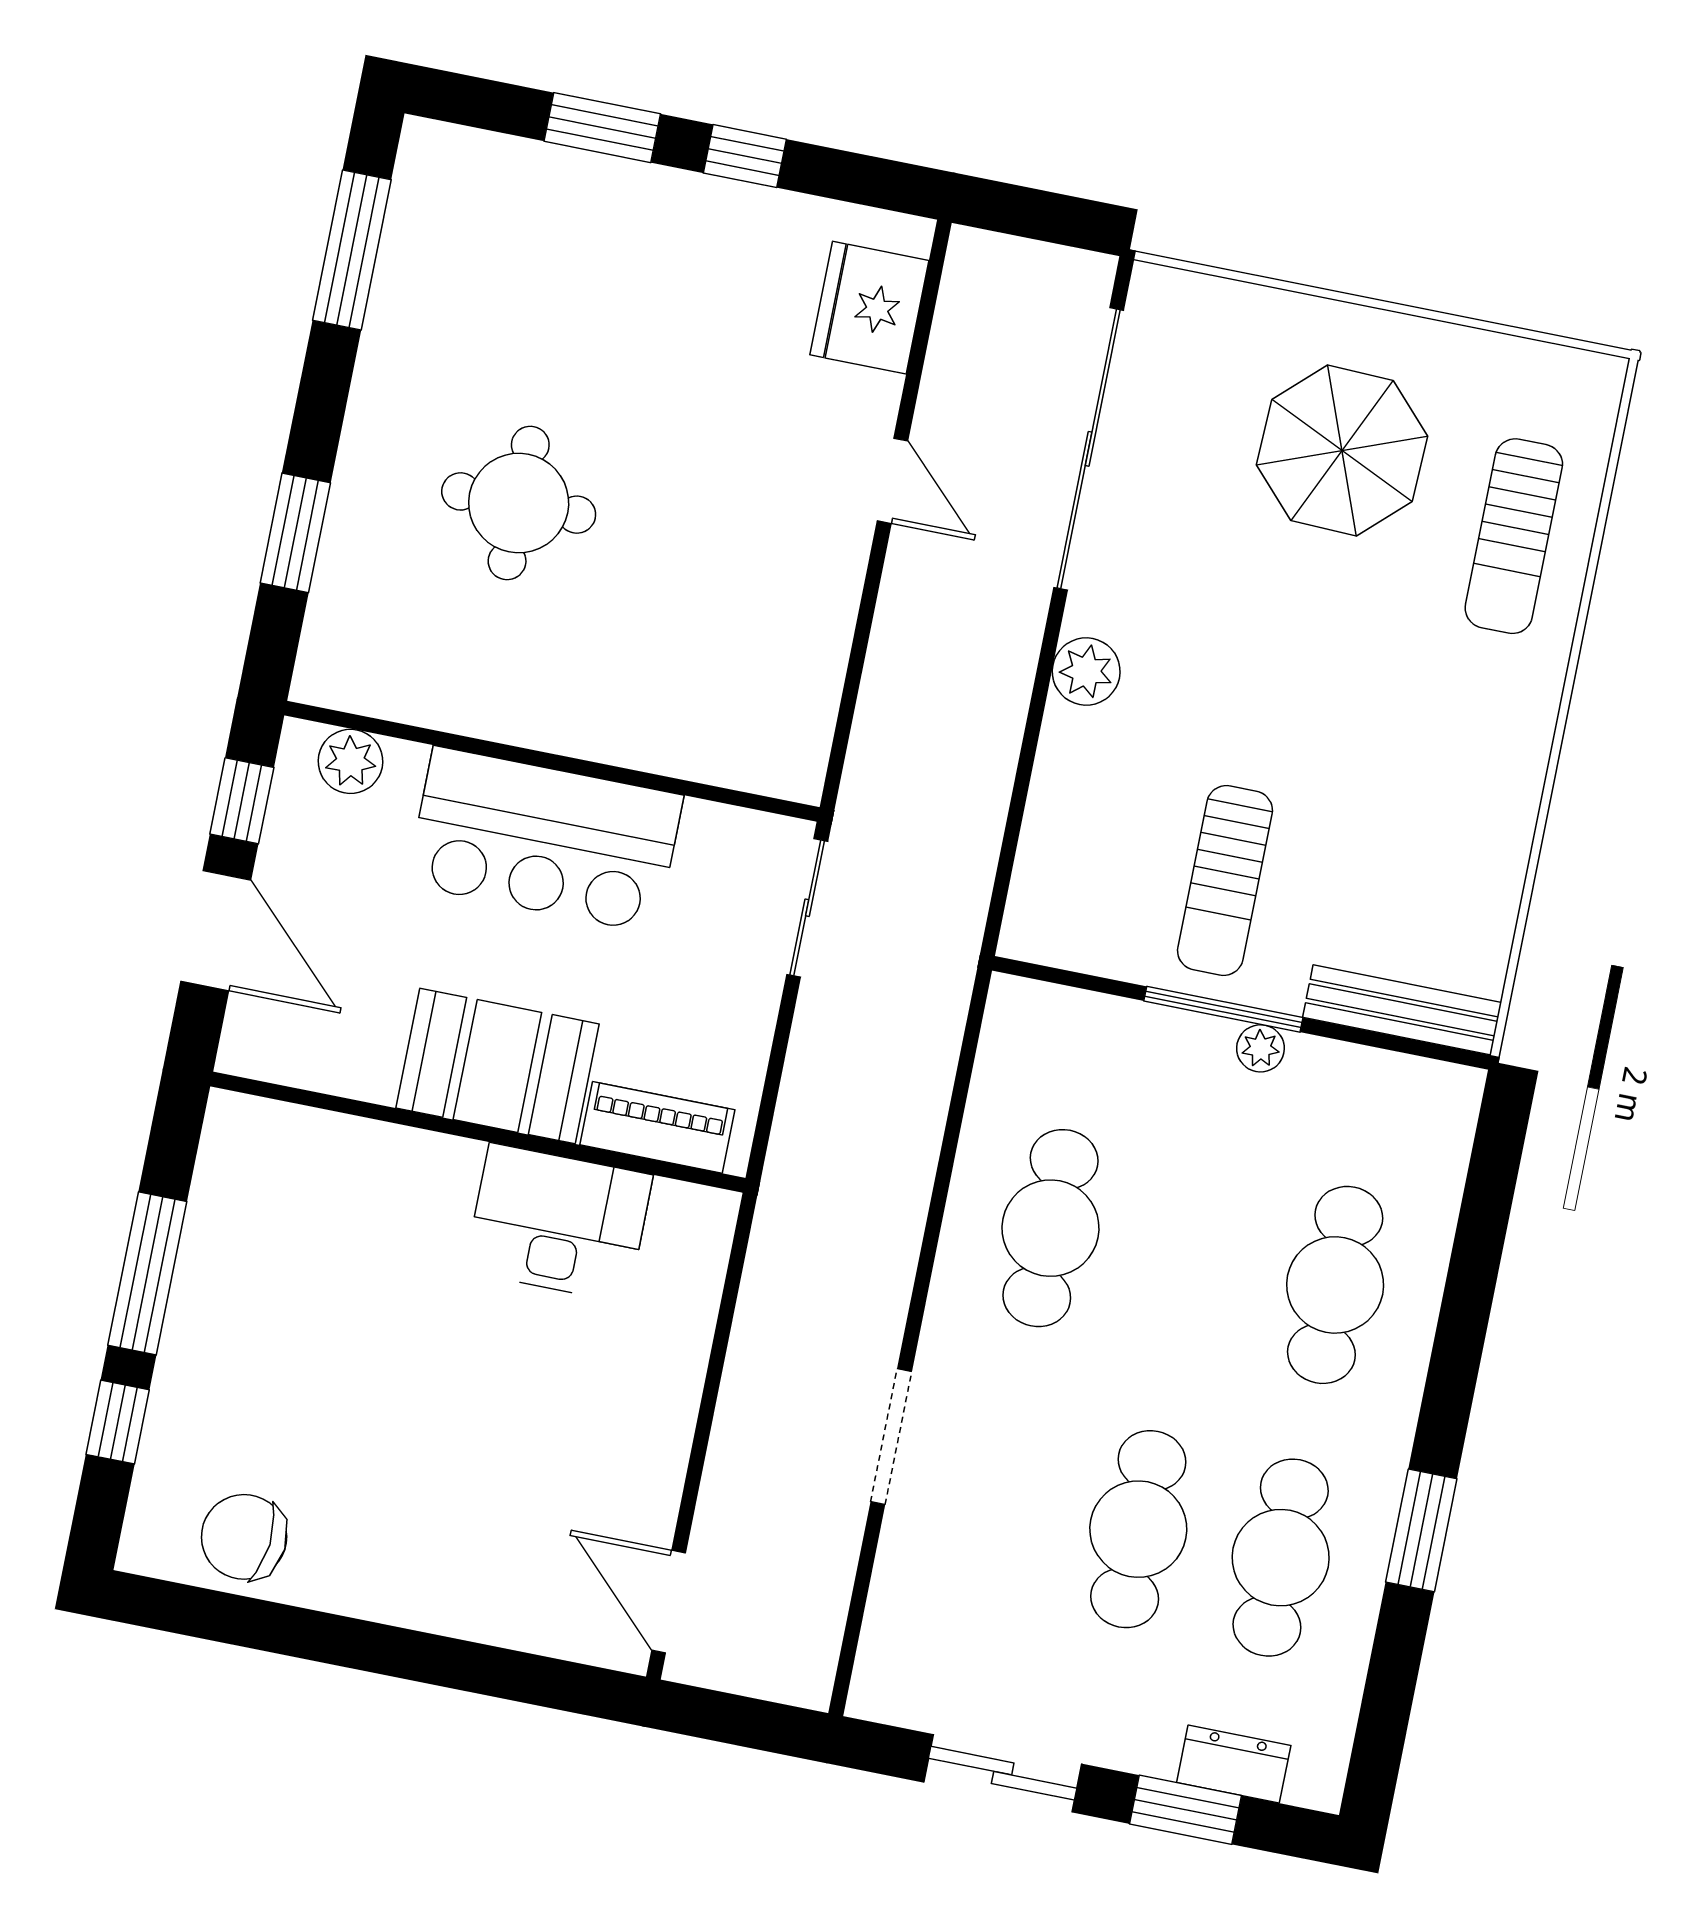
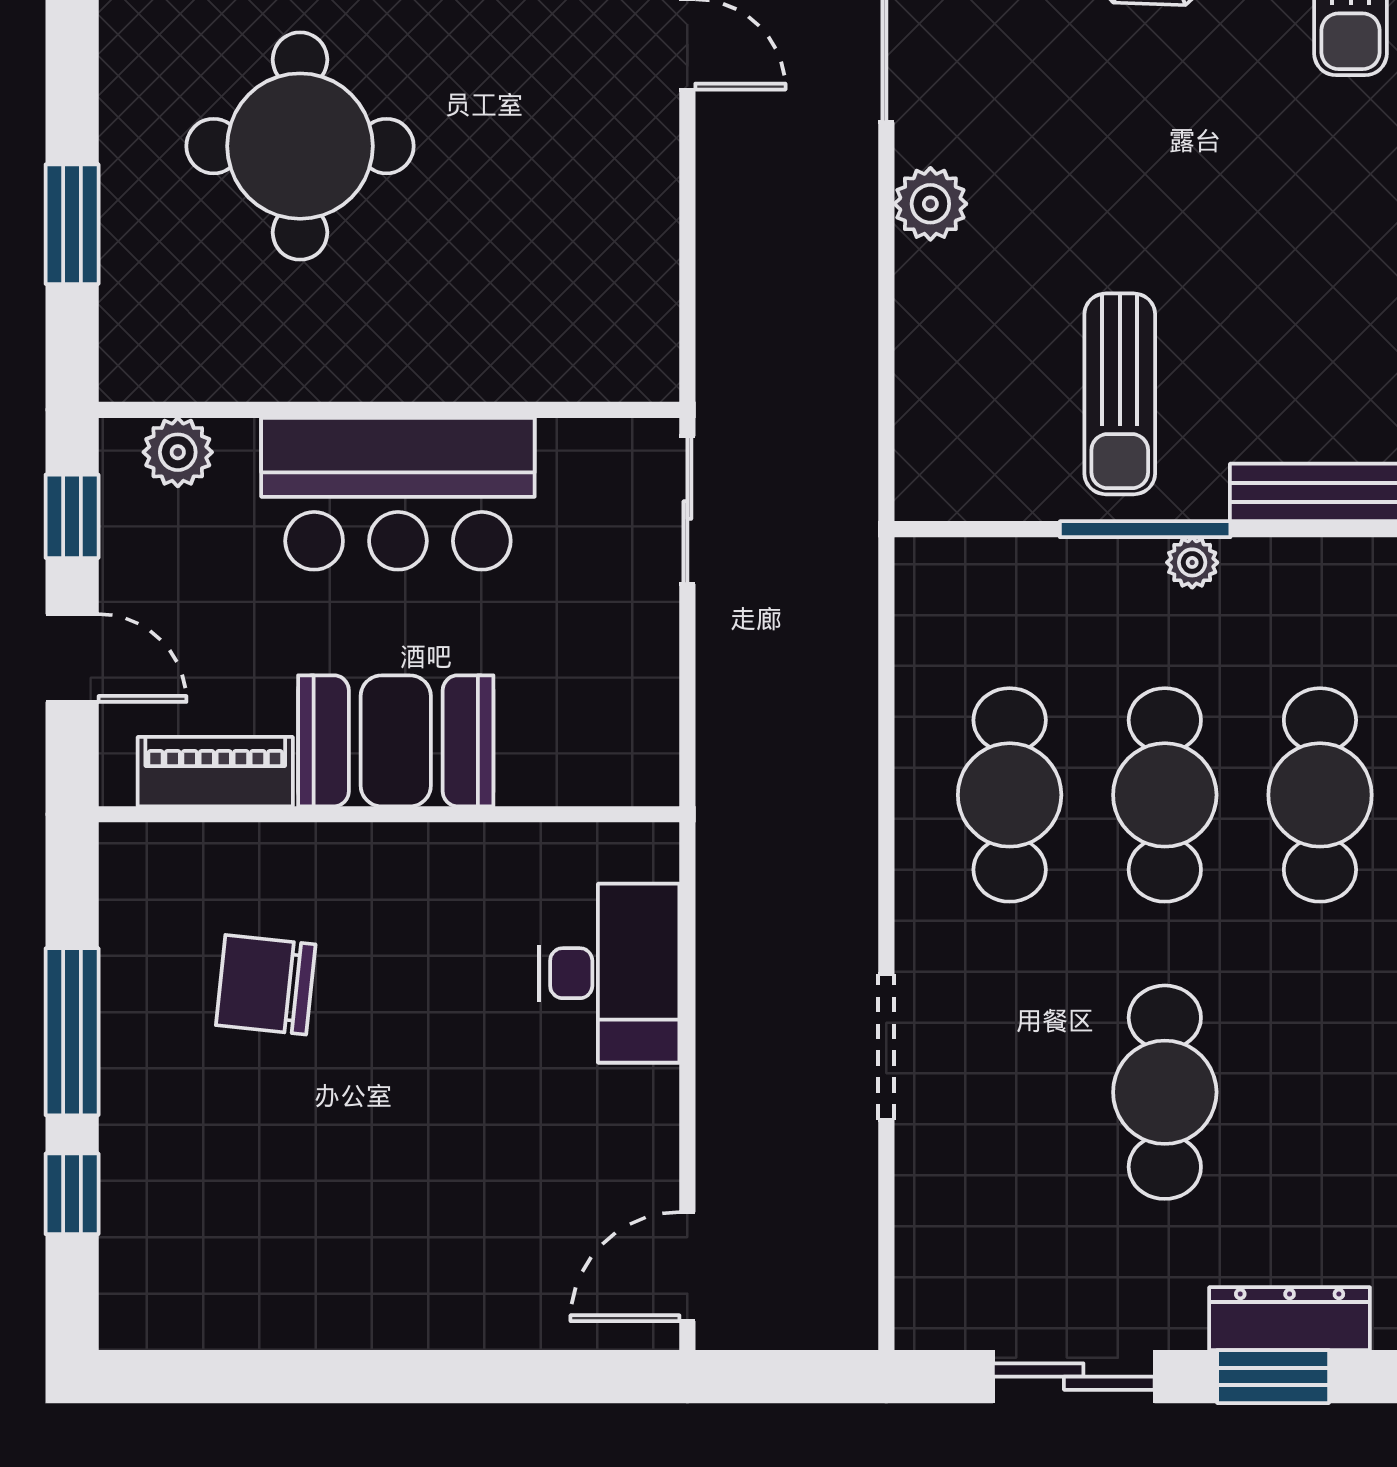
round table: (519, 503) -> (300, 146), width x1.36, depth x1.36
door: (216, 931) -> (72, 658), width x0.73
piano: (657, 1127) -> (215, 772), moved
desk: (559, 1223) -> (609, 973), moved, turned 90
chair: (244, 1537) -> (266, 985), moved
cafe table: (1281, 1558) -> (1165, 795), moved
door: (669, 1602) -> (687, 1267), hinge flipped
dresser: (1234, 1764) -> (1290, 1319), width x1.44

